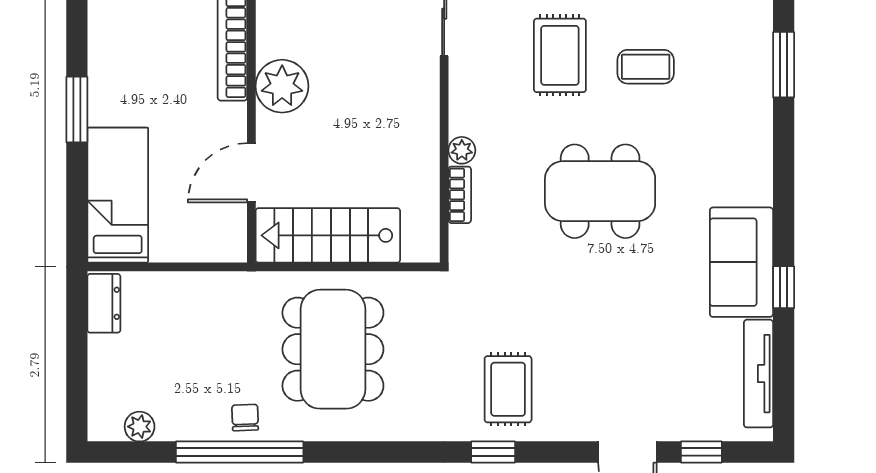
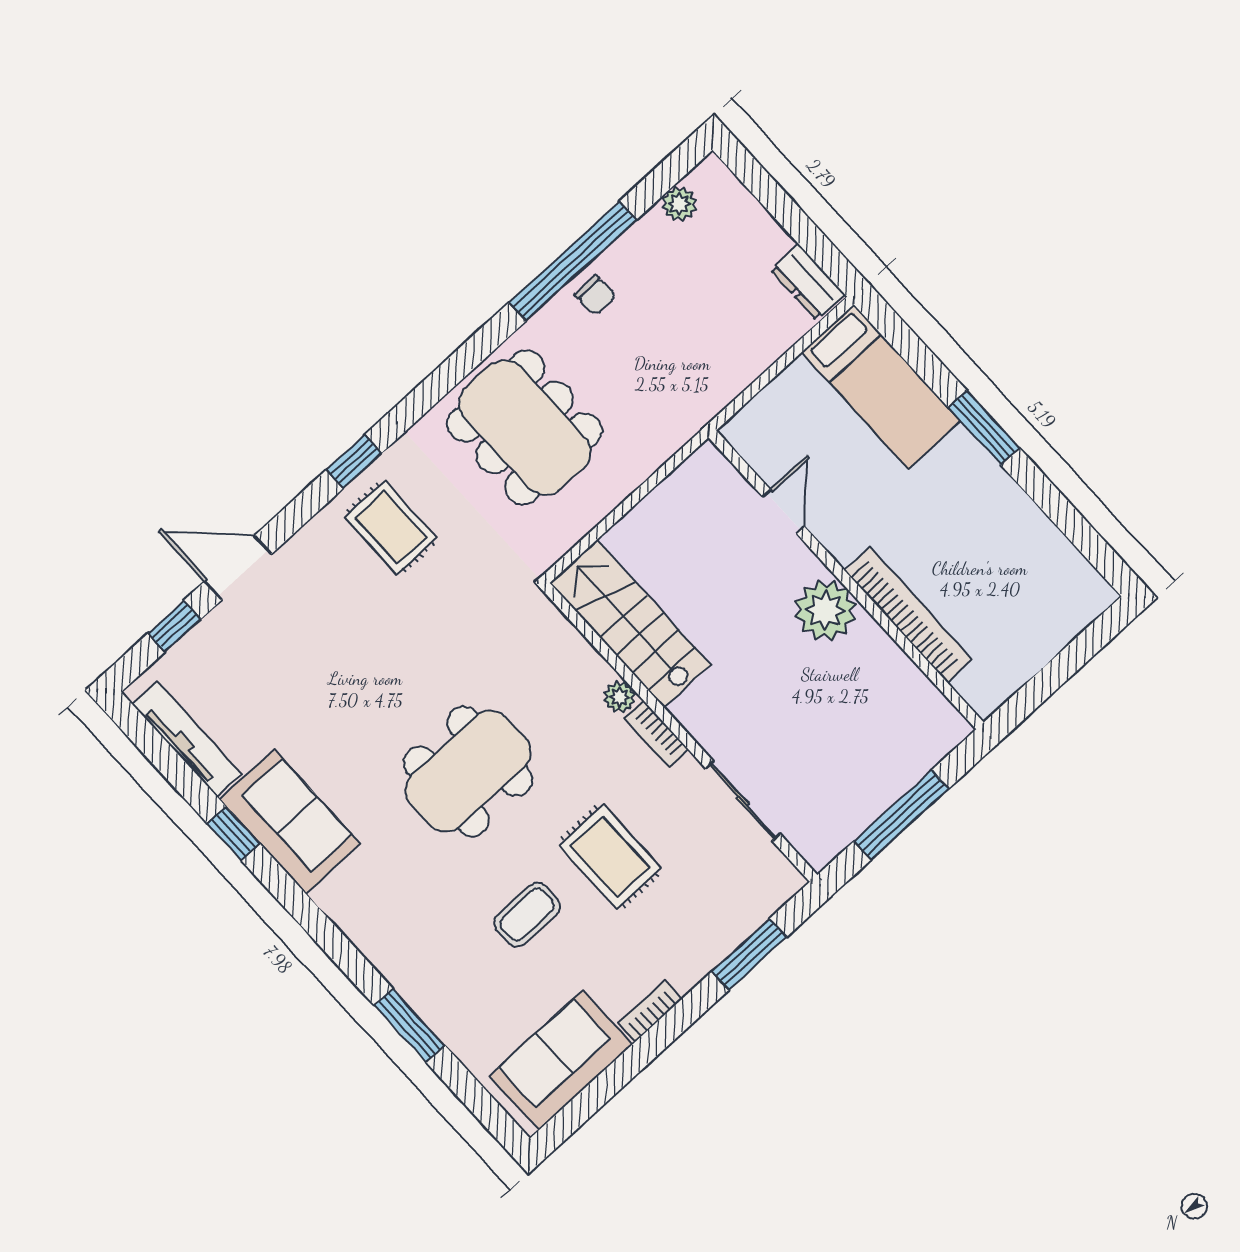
door: (251, 173) -> (783, 511), width x0.73
bookcase: (460, 195) -> (657, 734), moved
stairs: (328, 235) -> (630, 624), moved, turned -90
dining table: (333, 349) -> (525, 427), moved

